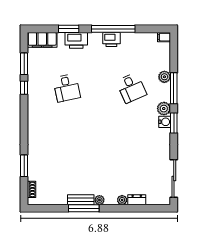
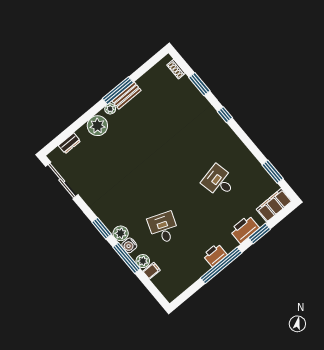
filing cabinet: (164, 37) -> (151, 271), moved
window: (24, 88) -> (225, 115), moved
desk: (131, 88) -> (163, 228), turned 45
water cooler: (165, 122) -> (129, 245), moved
plant: (122, 200) -> (97, 126), width x1.87, depth x1.87
dresser: (137, 200) -> (69, 143), moved

